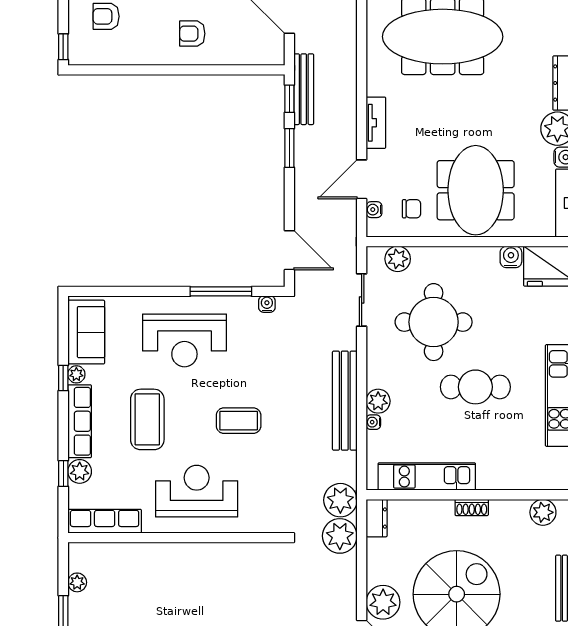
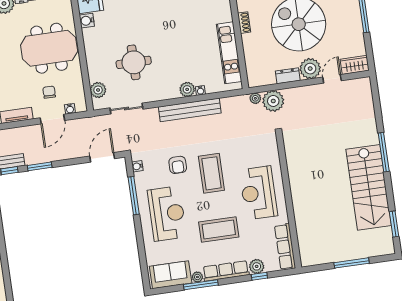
door: (362, 179) -> (52, 119), hinge flipped
chair: (412, 209) -> (49, 92), moved
round table: (434, 322) -> (134, 62), width x0.73, depth x0.73
armchair: (260, 369) -> (178, 165), added
window: (63, 378) -> (201, 285), width x2.17
cafe table: (475, 387) -> (170, 31), removed
coffee table: (239, 421) -> (211, 173), width x1.36, depth x1.32
plant: (340, 500) -> (255, 98), width x0.53, depth x0.53
dresser: (377, 518) -> (288, 76), moved
plant: (77, 582) -> (325, 258), removed

